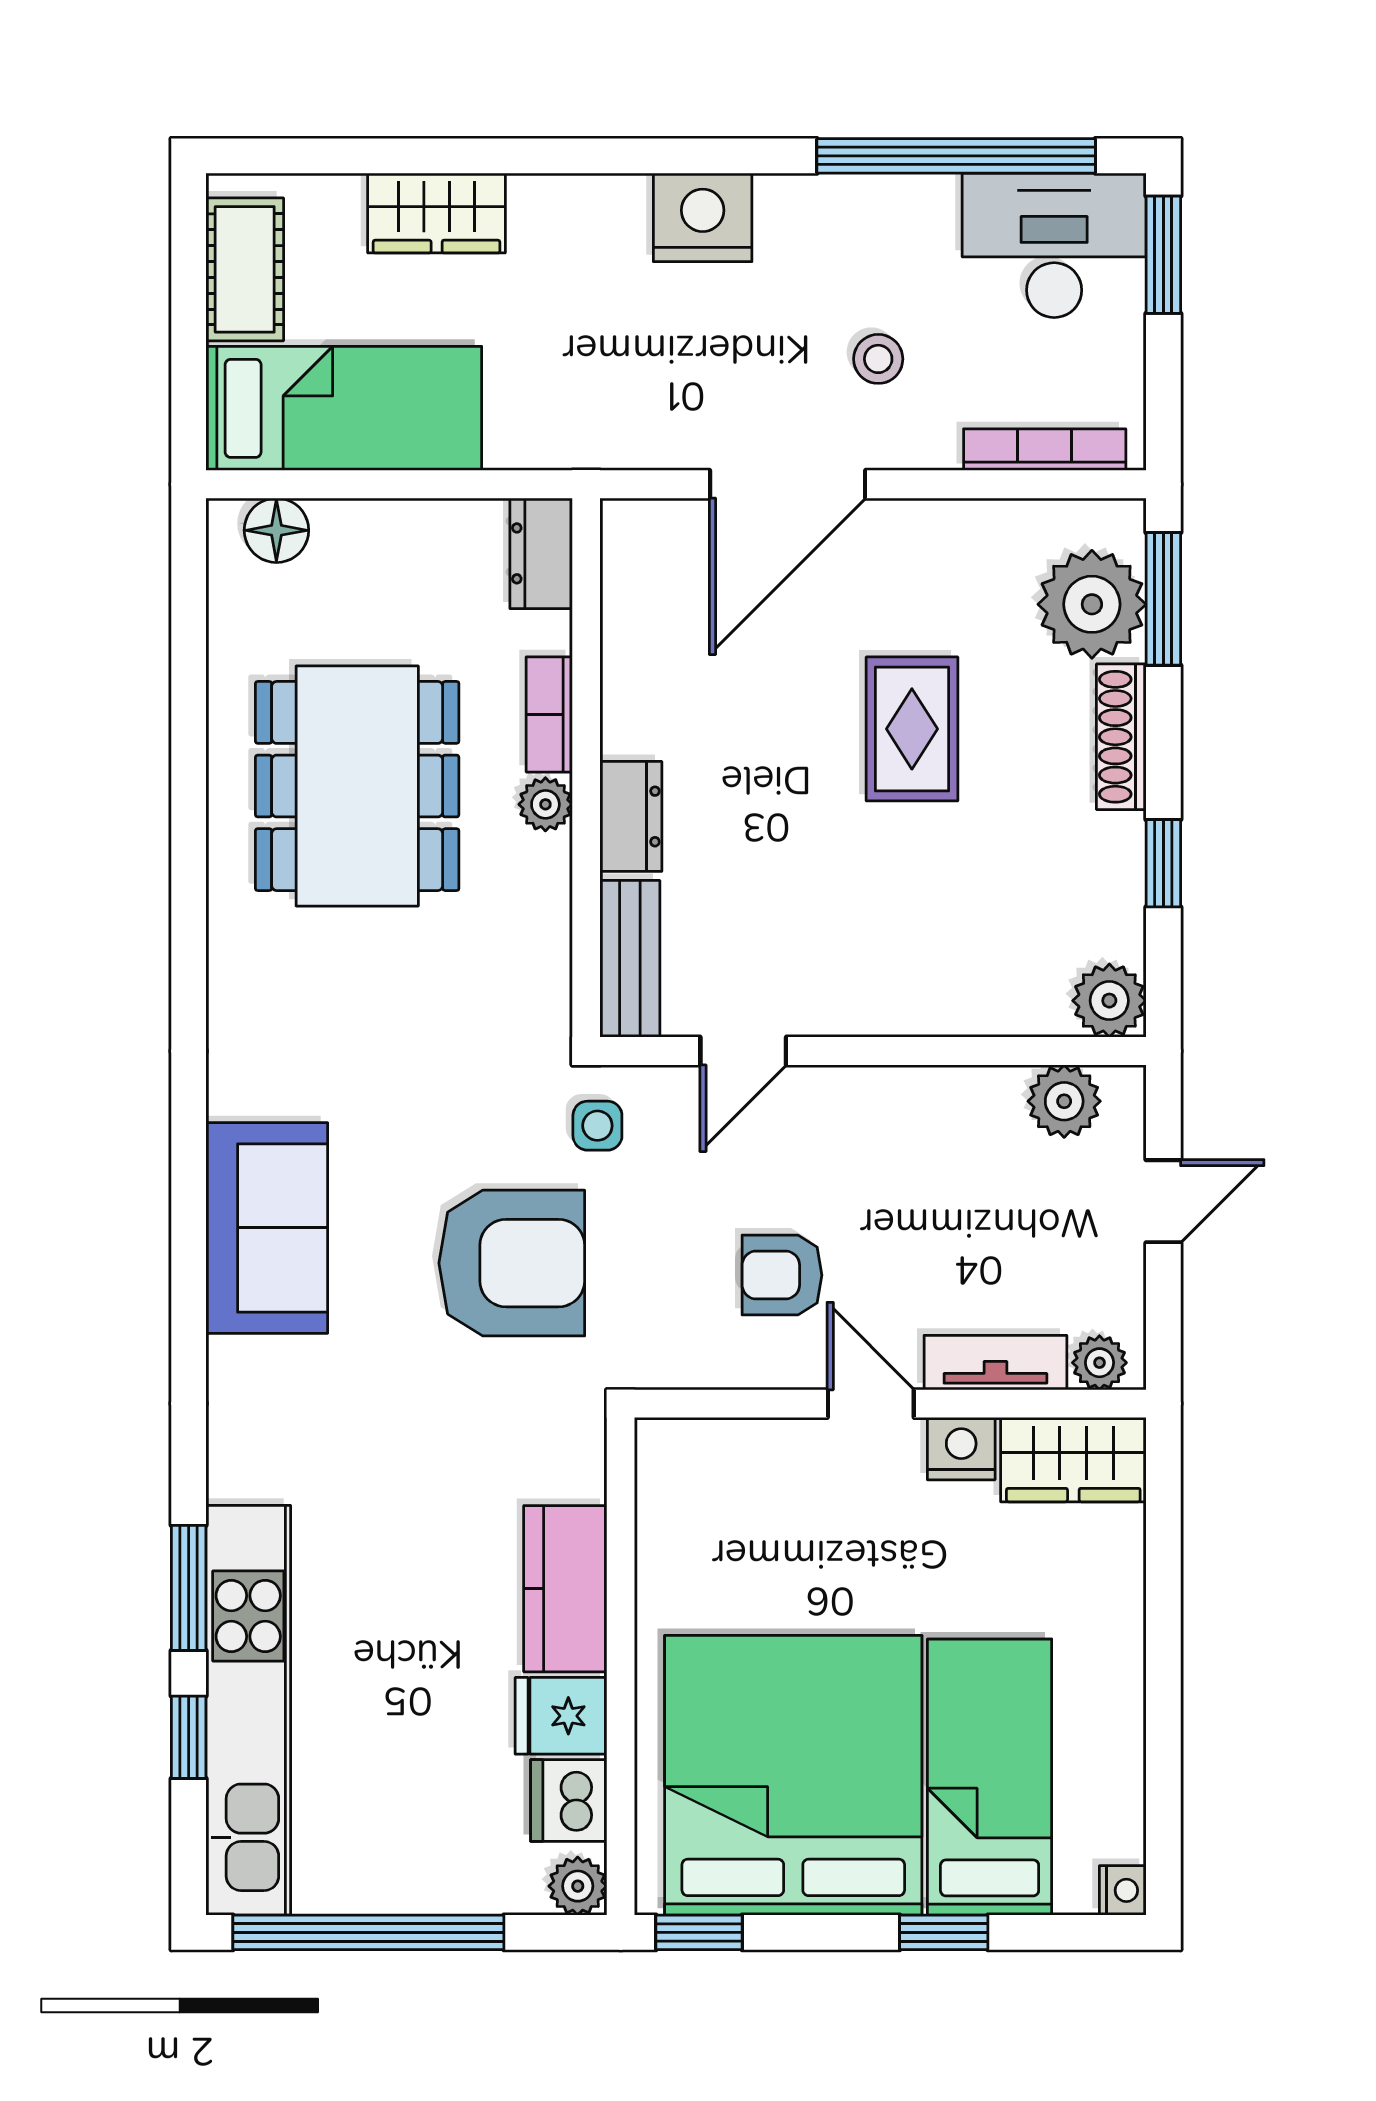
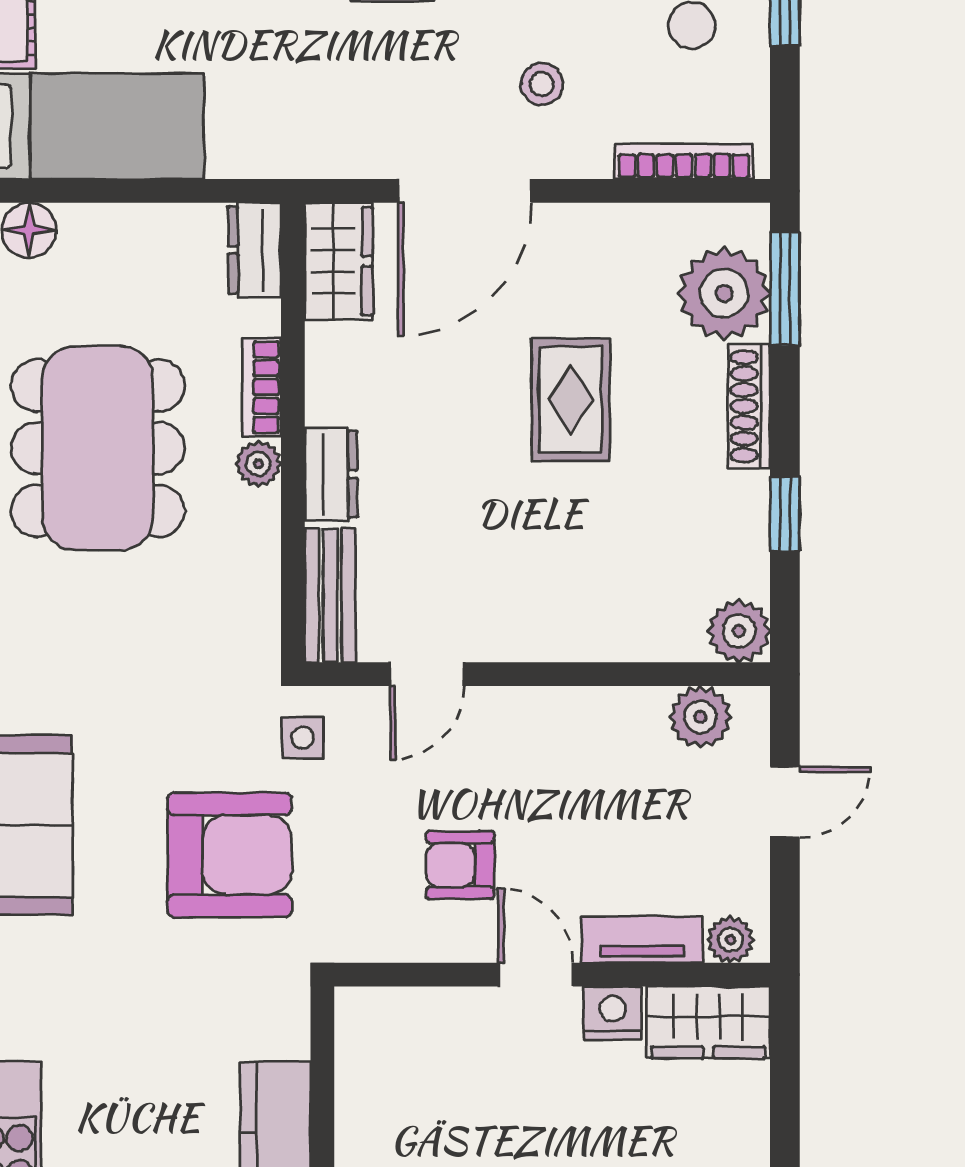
wardrobe: (640, 567) -> (339, 261), added

